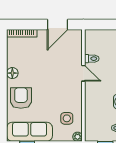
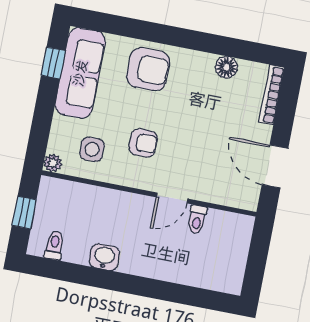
floor lamp: (12, 73) -> (226, 67), moved
armchair: (59, 93) -> (143, 143), added

